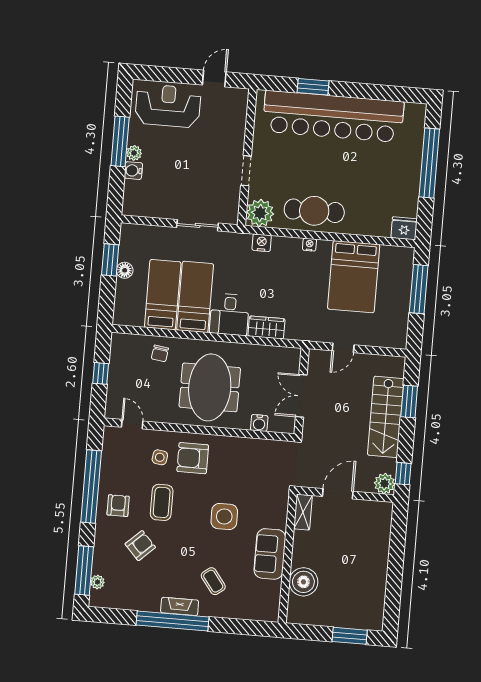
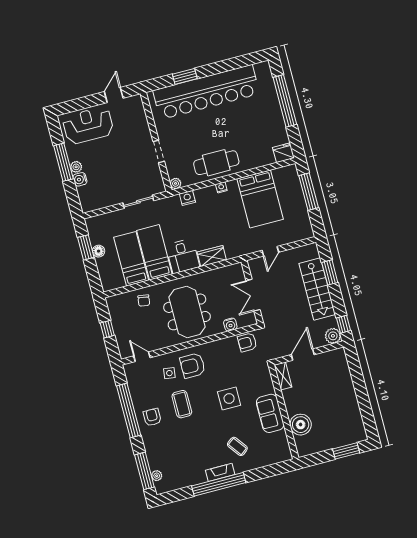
plant: (260, 213) -> (176, 183), width x0.53, depth x0.53
armchair: (140, 546) -> (247, 342), moved, turned -137

